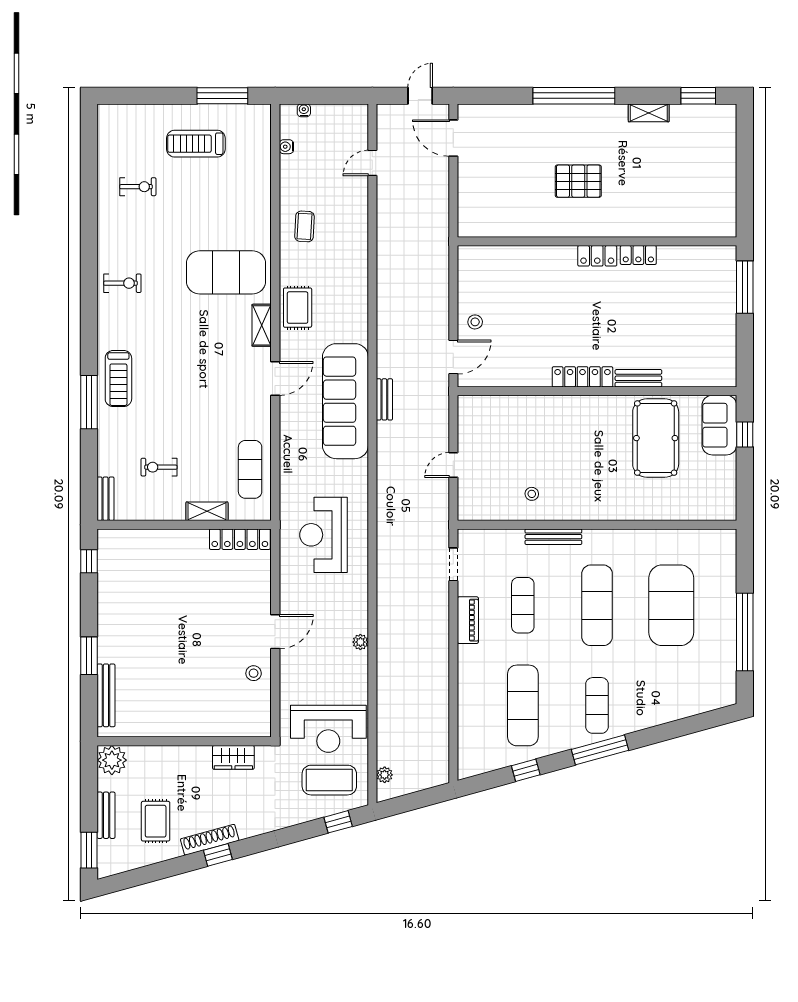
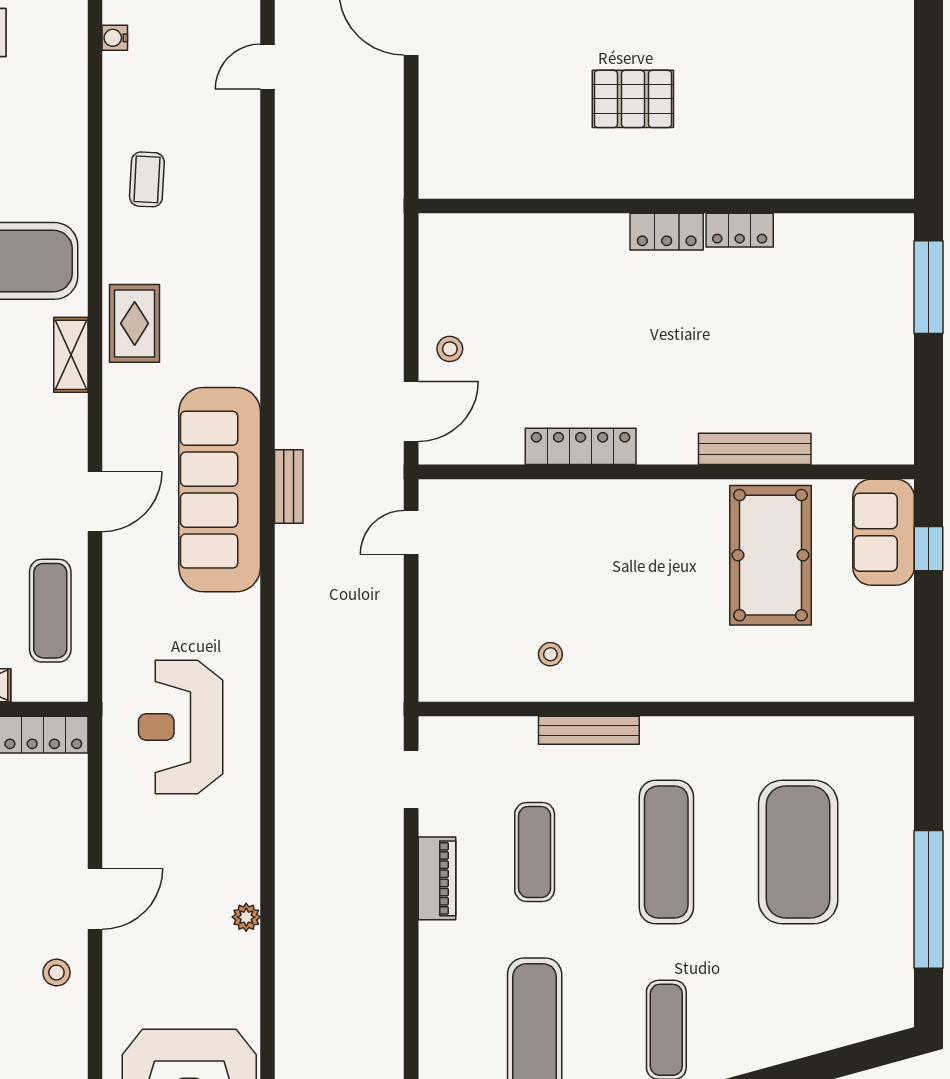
locker: (582, 377) -> (581, 446), moved
door: (275, 378) -> (95, 502), moved
bench: (638, 378) -> (755, 449), width x1.36
door: (453, 465) -> (411, 532), moved

